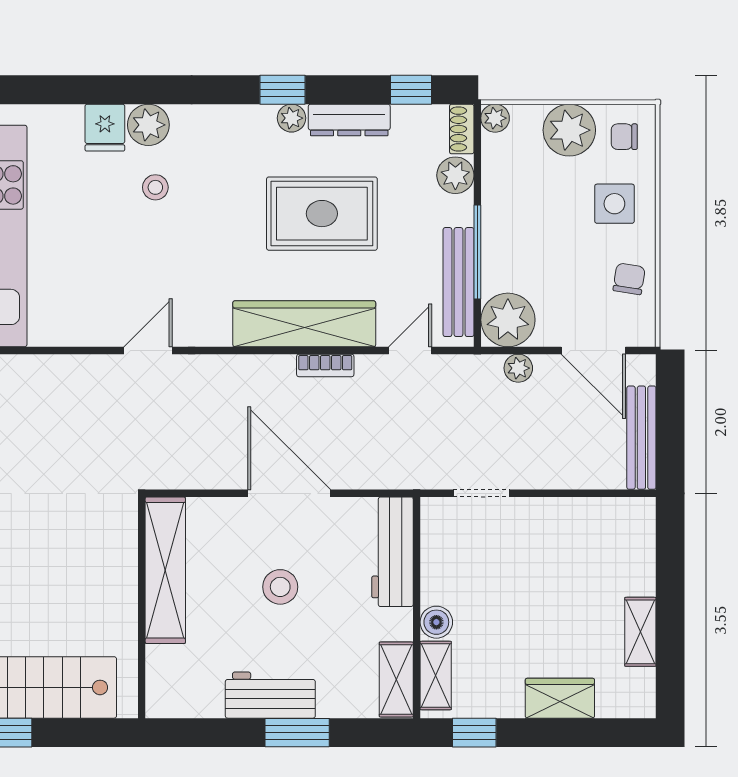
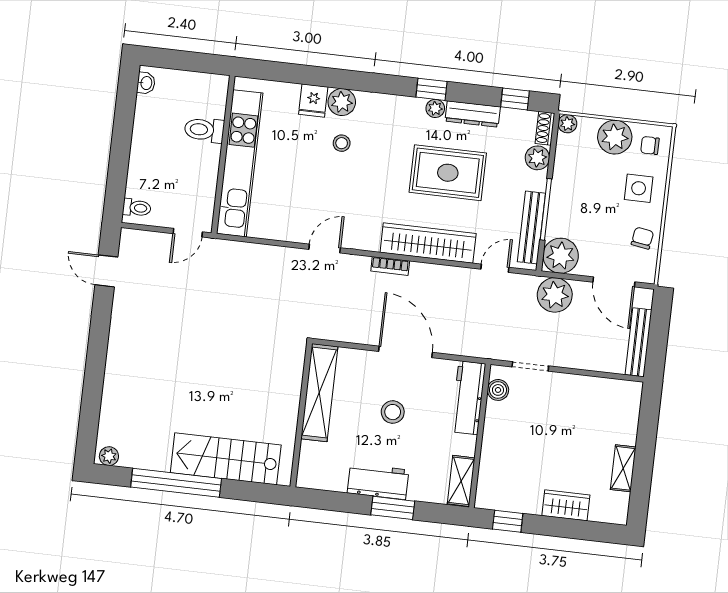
bookcase: (325, 365) -> (390, 266), moved
plant: (518, 368) -> (555, 295), width x1.88, depth x1.88
boiler: (436, 622) -> (498, 390), moved
shelving: (436, 676) -> (487, 481), removed

